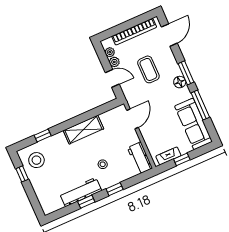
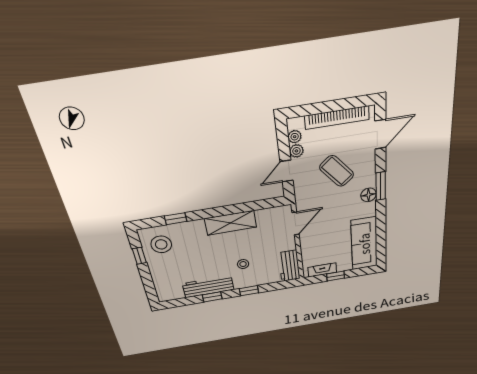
coffee table: (148, 69) -> (337, 171), turned -40
door: (112, 78) -> (287, 171), swing flipped
window: (200, 105) -> (381, 226), removed

